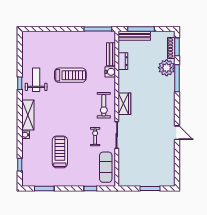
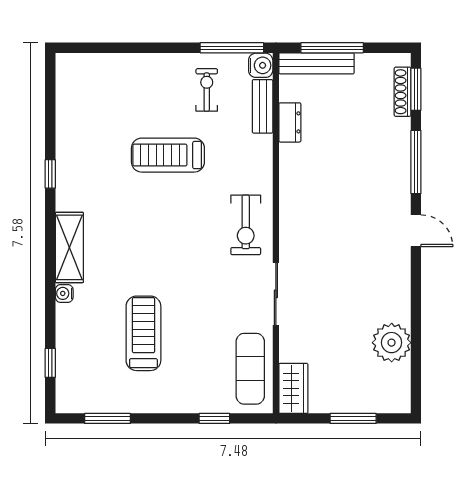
plant: (167, 68) -> (392, 343), moved
water cooler: (110, 72) -> (261, 65), moved
treadmill: (70, 75) -> (168, 155), turned 180
weight bench: (36, 80) -> (88, 166), removed
wardrobe: (124, 104) -> (293, 388), moved
door: (177, 133) -> (416, 231), moved
exercise bike: (95, 137) -> (207, 90), moved

